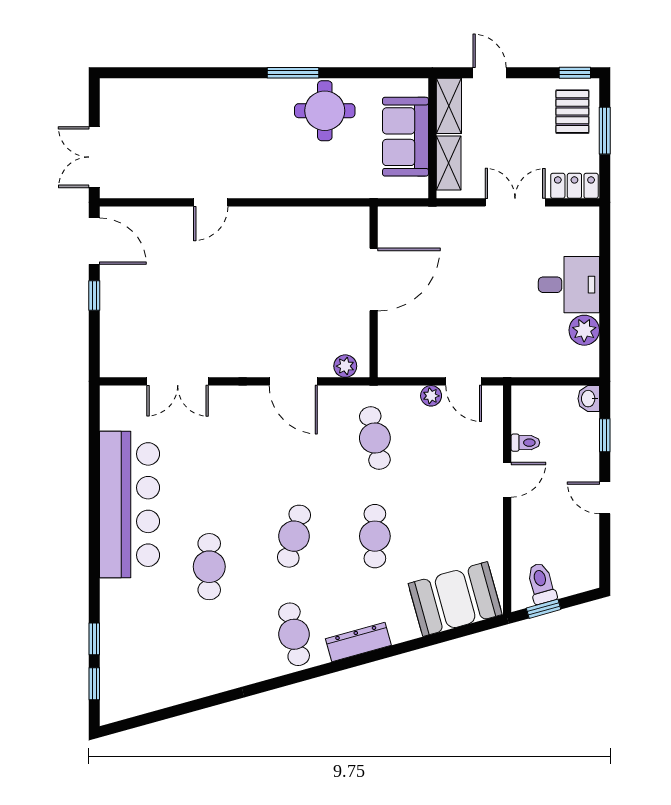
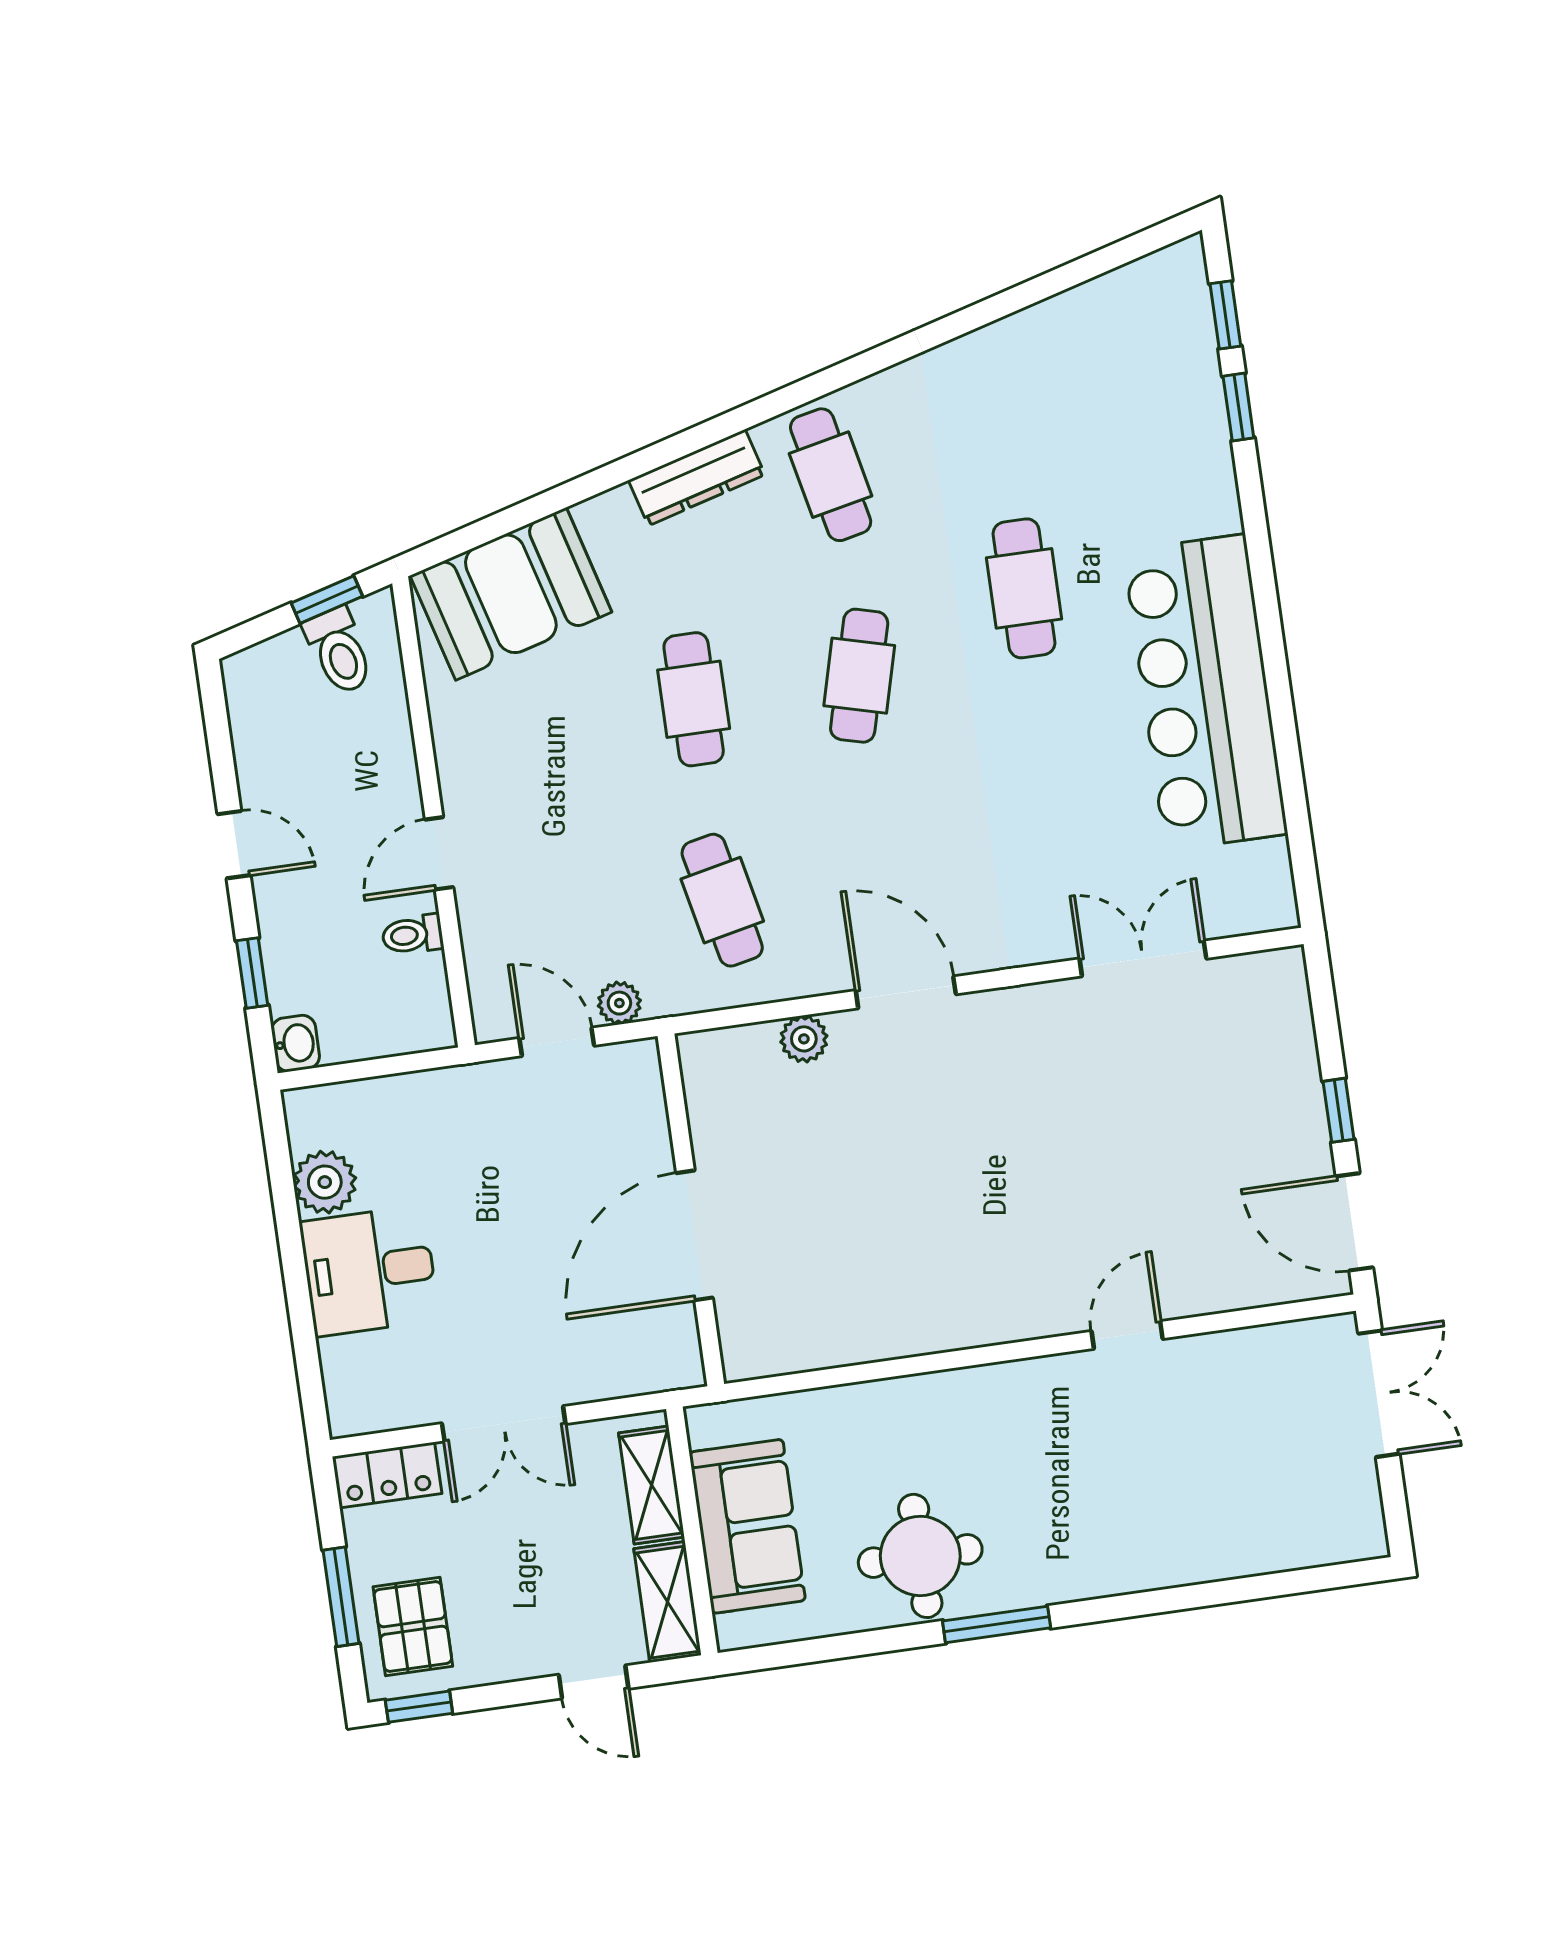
door: (374, 280) -> (694, 1235), moved
wall: (374, 292) -> (691, 1210), moved

